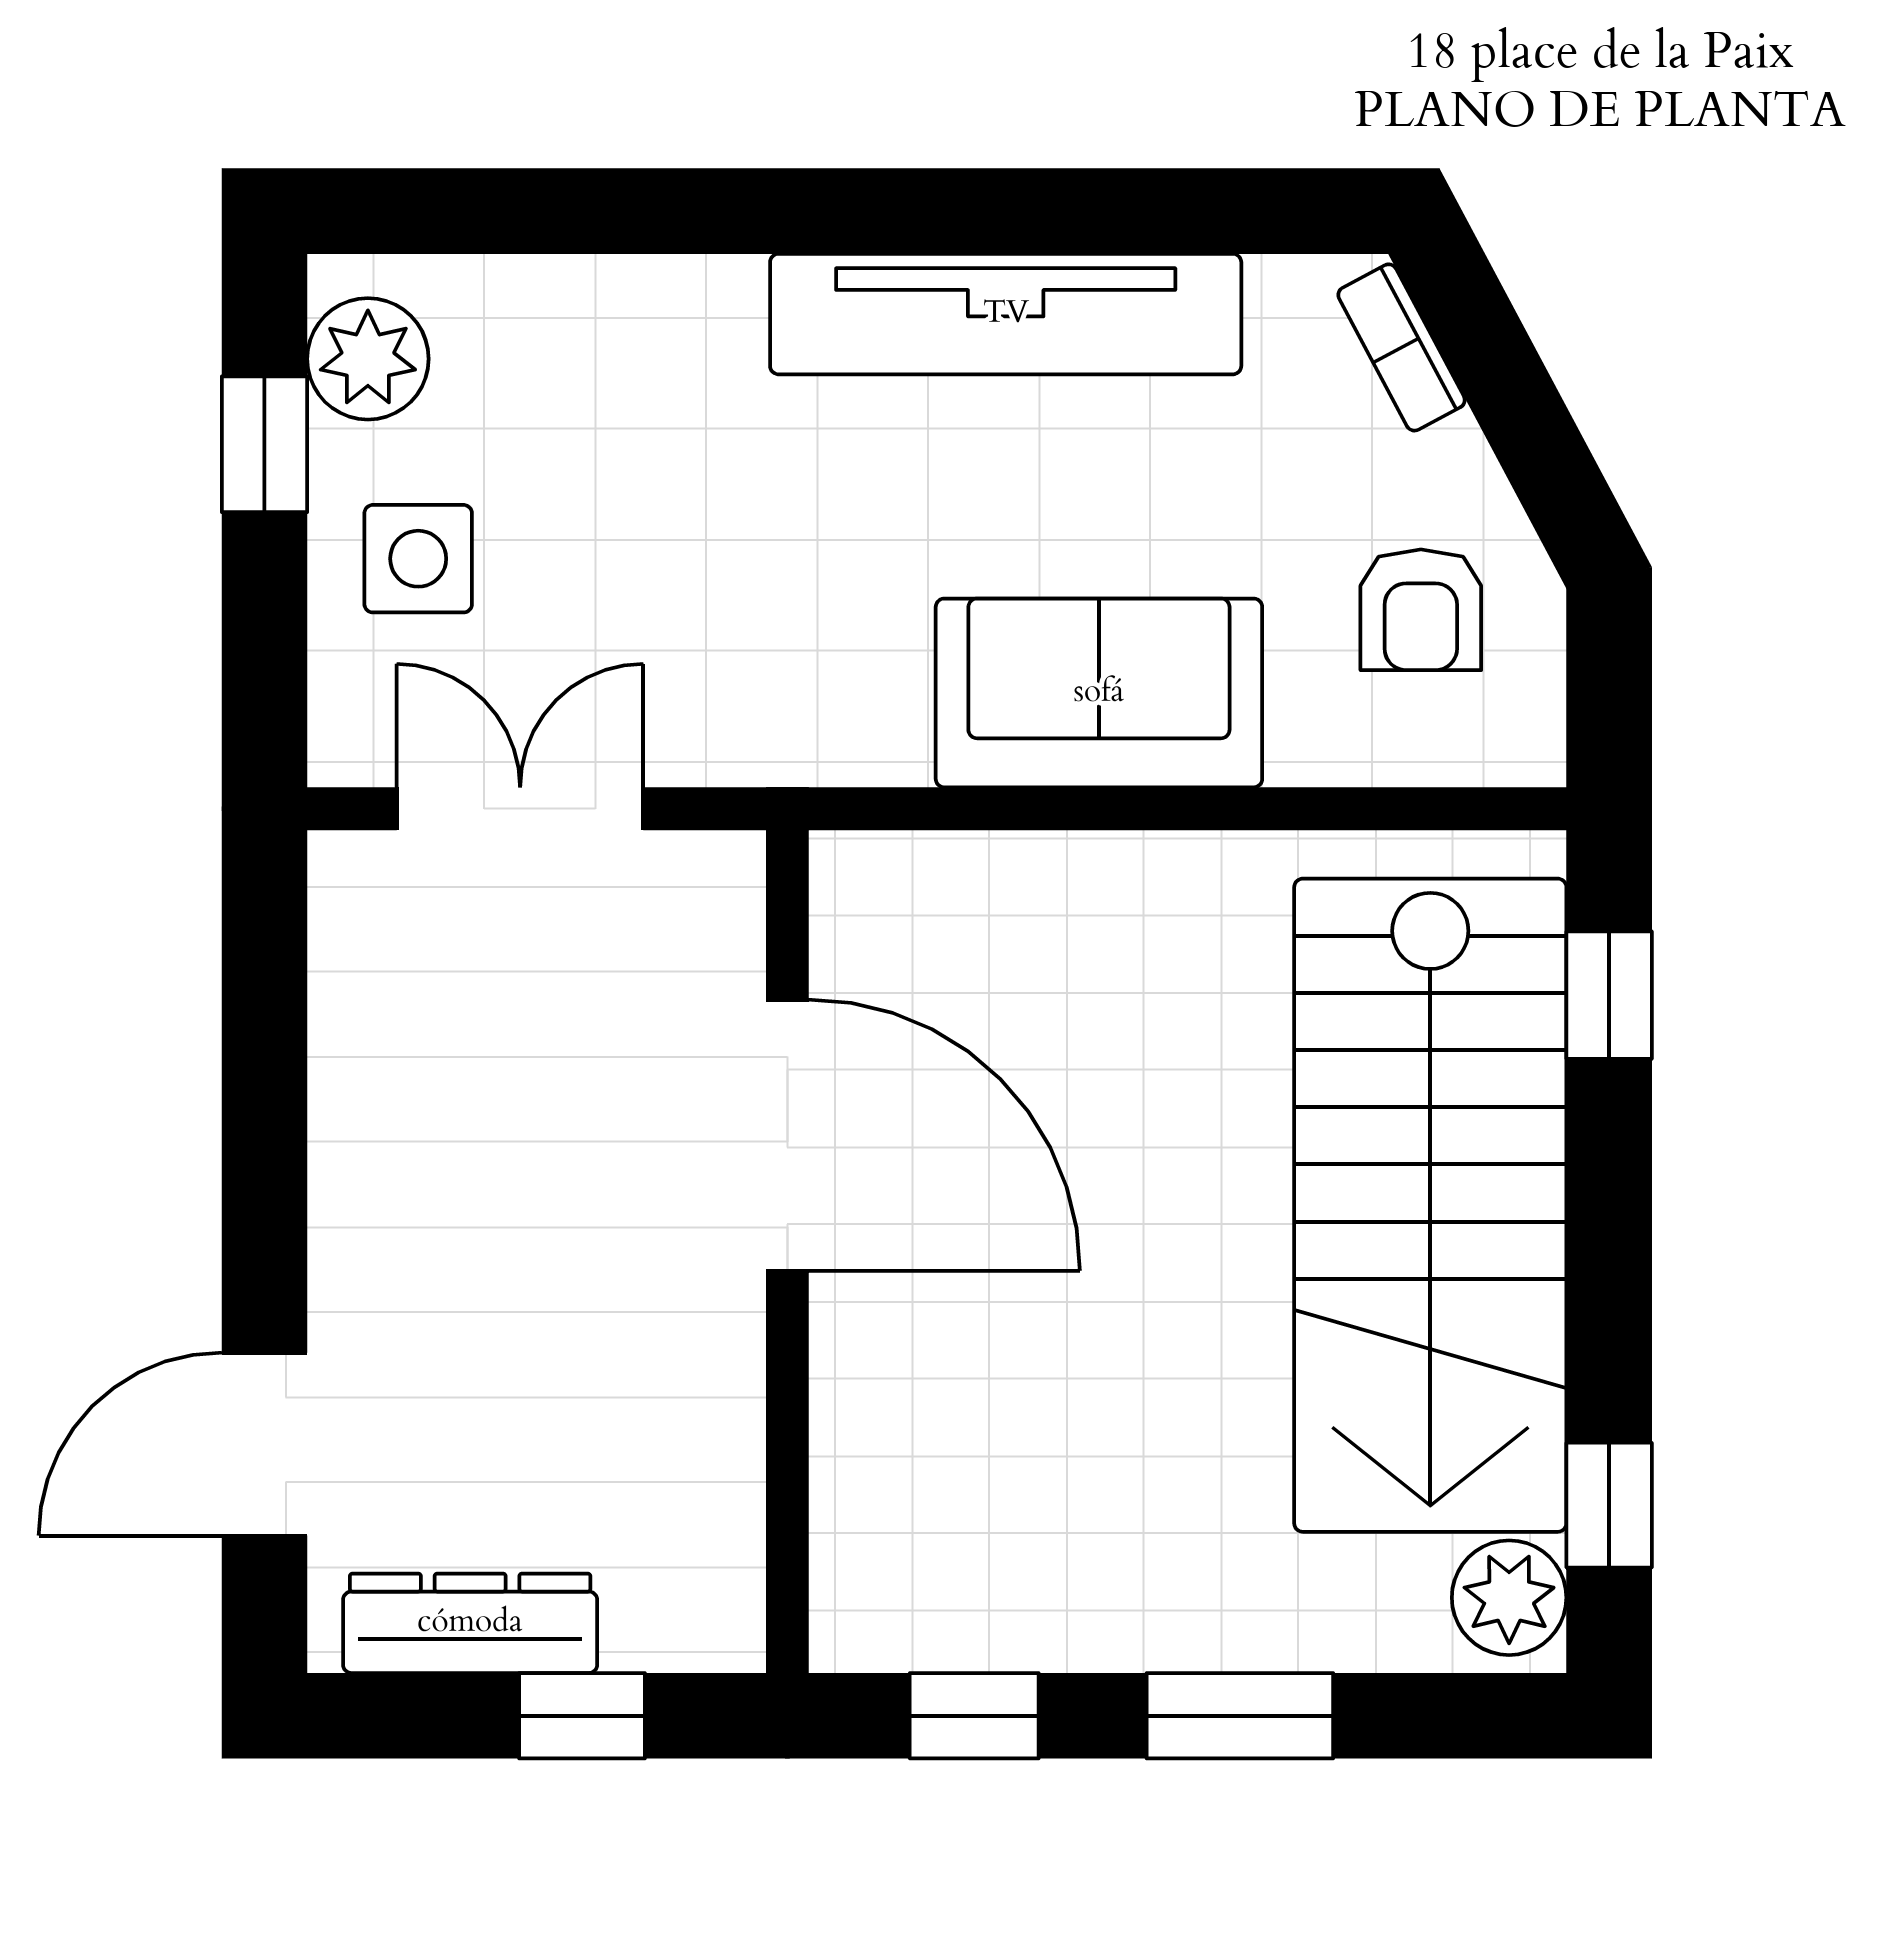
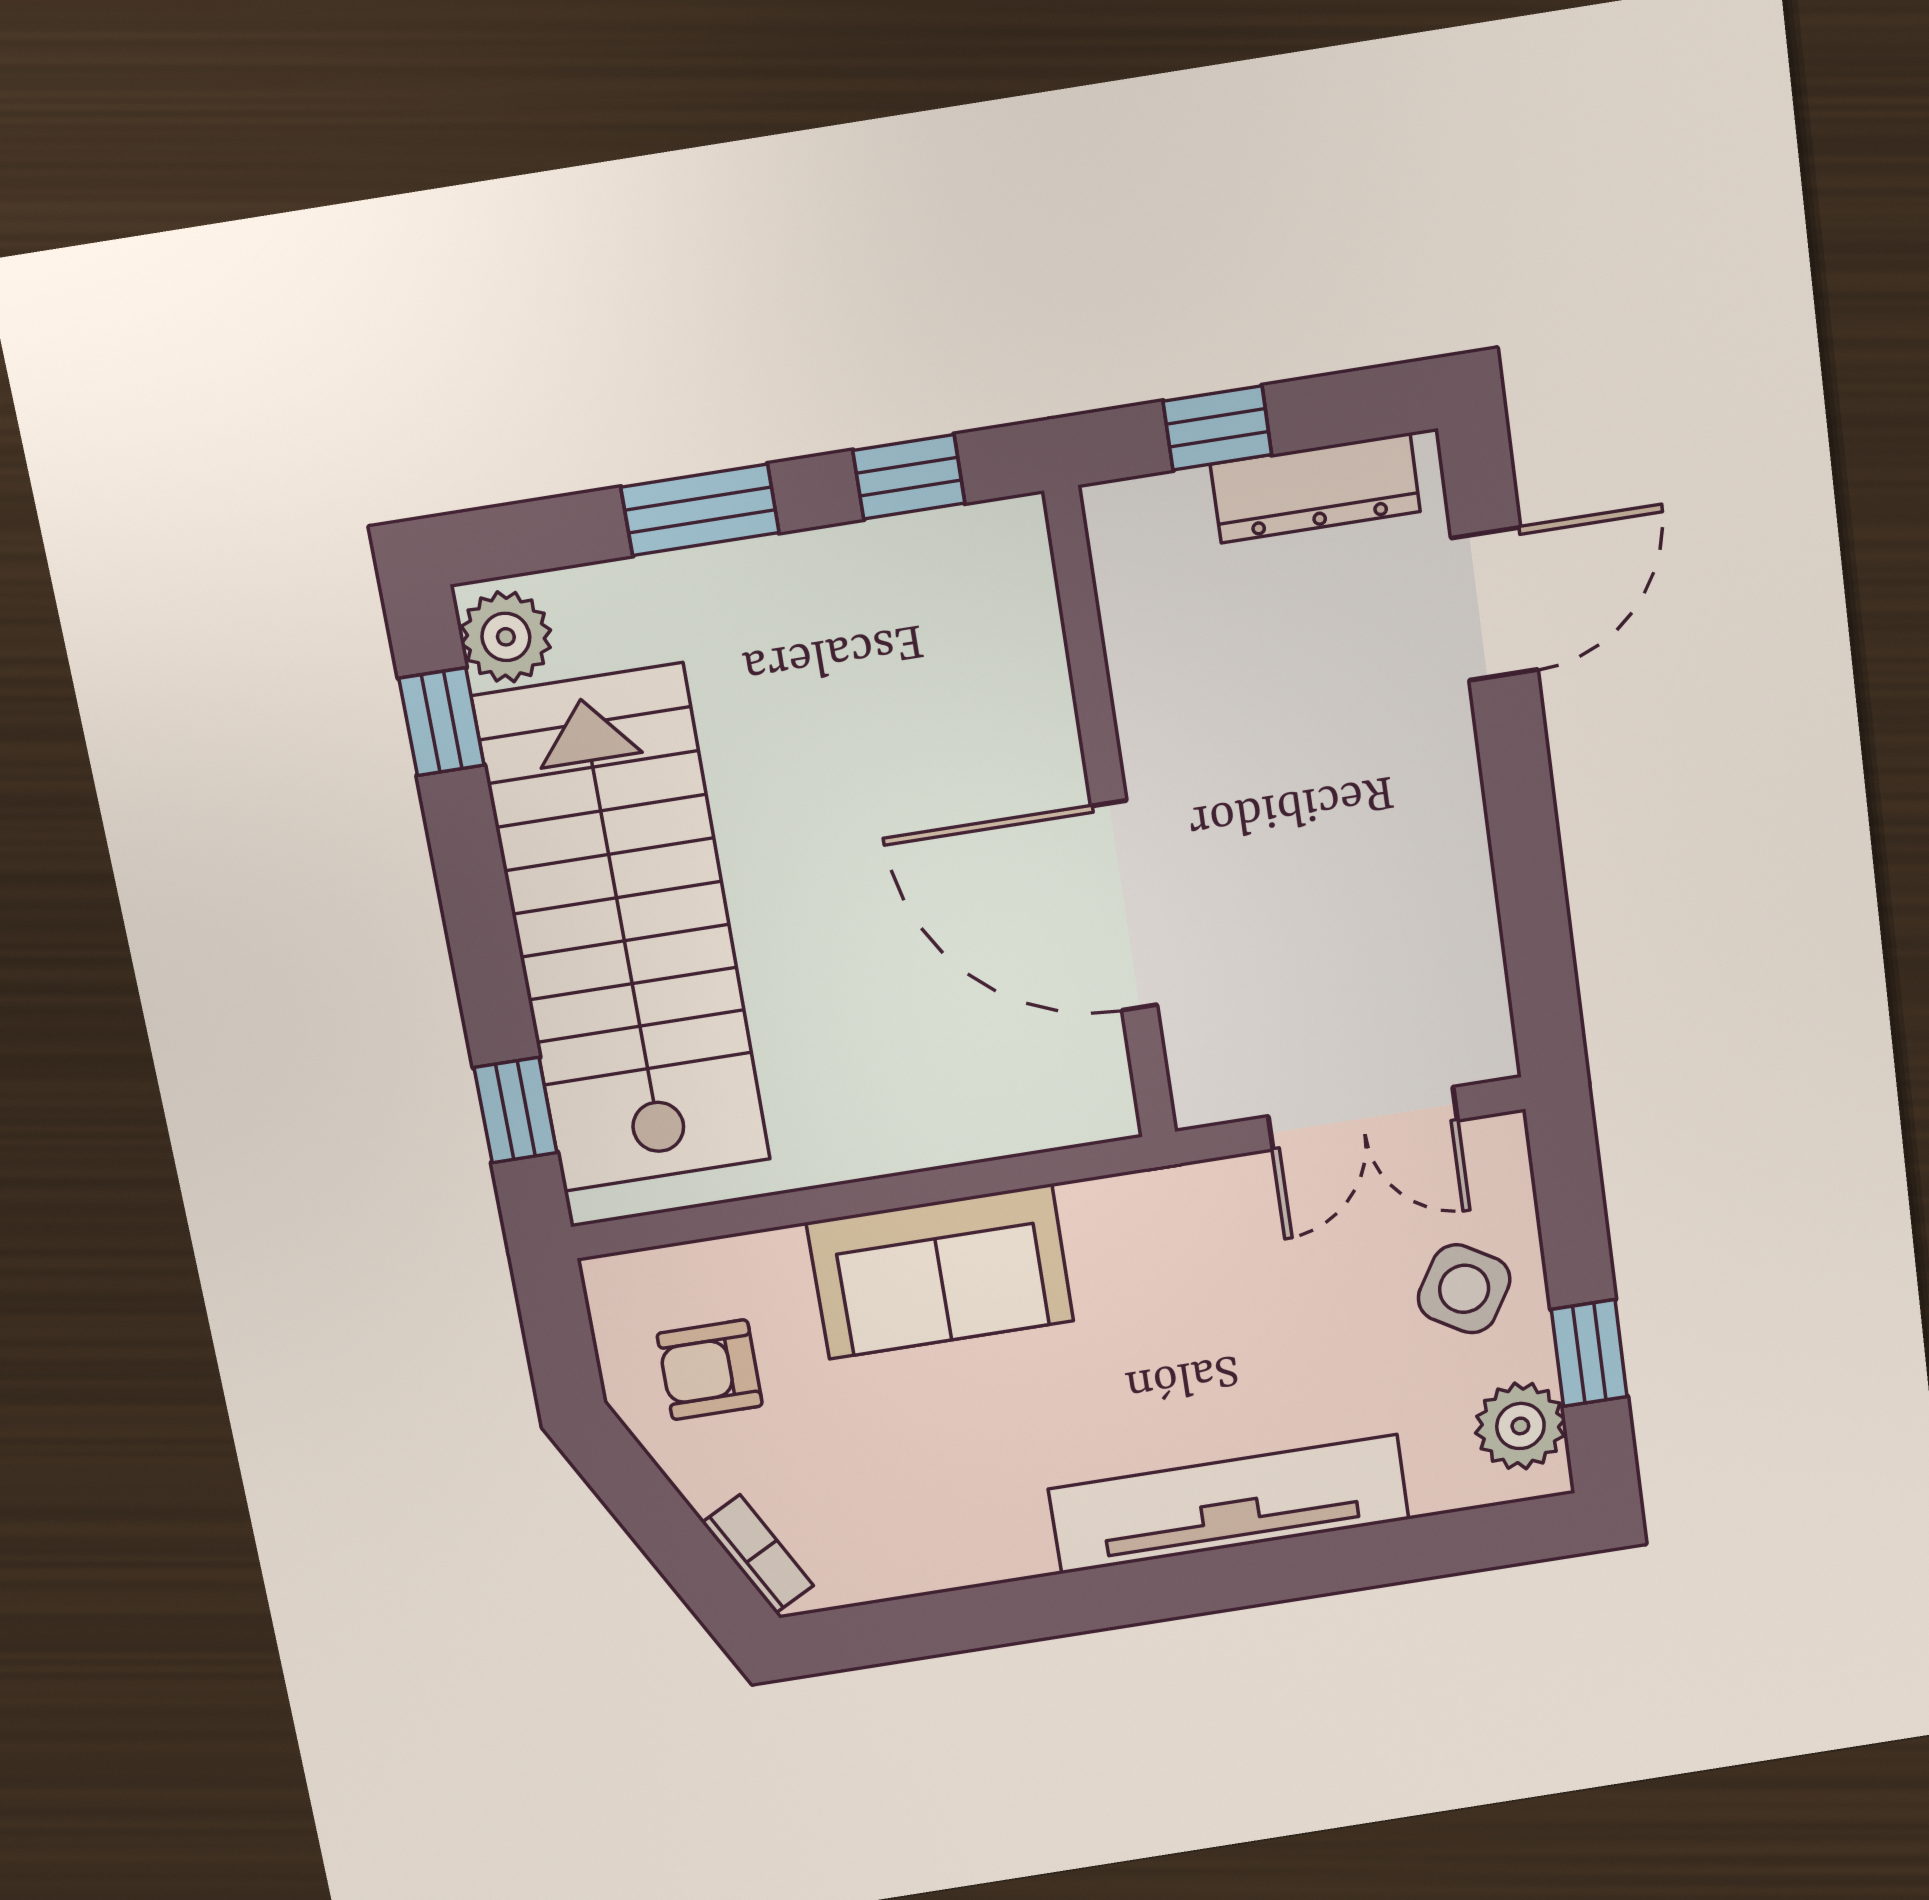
tv unit: (1006, 314) -> (1229, 1504), moved
side table: (418, 559) -> (1464, 1289), turned 31
armchair: (1421, 610) -> (710, 1370), turned -90

